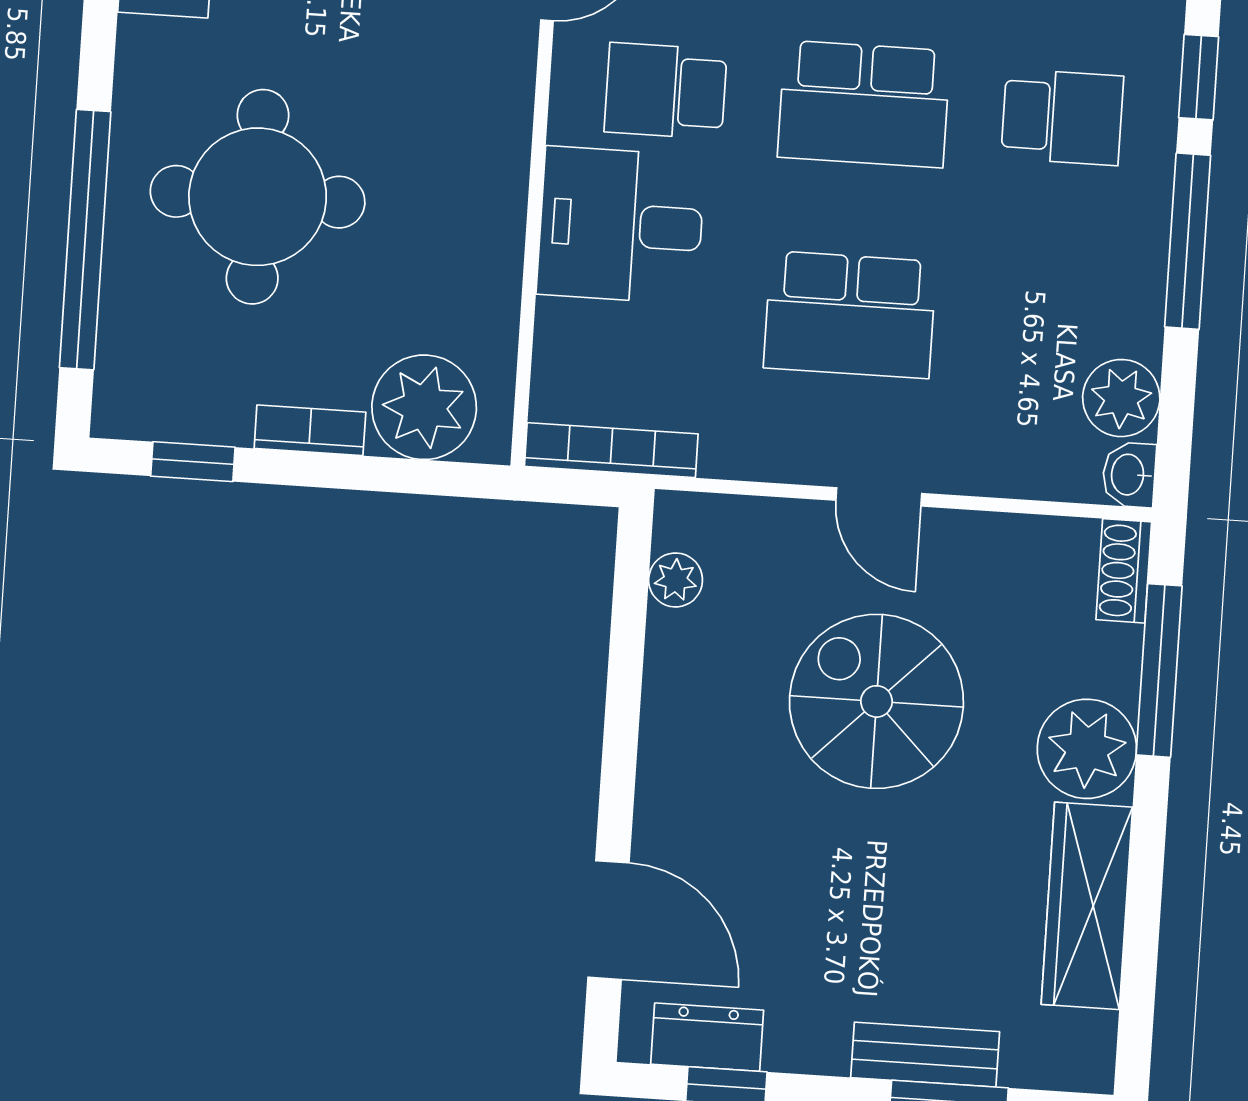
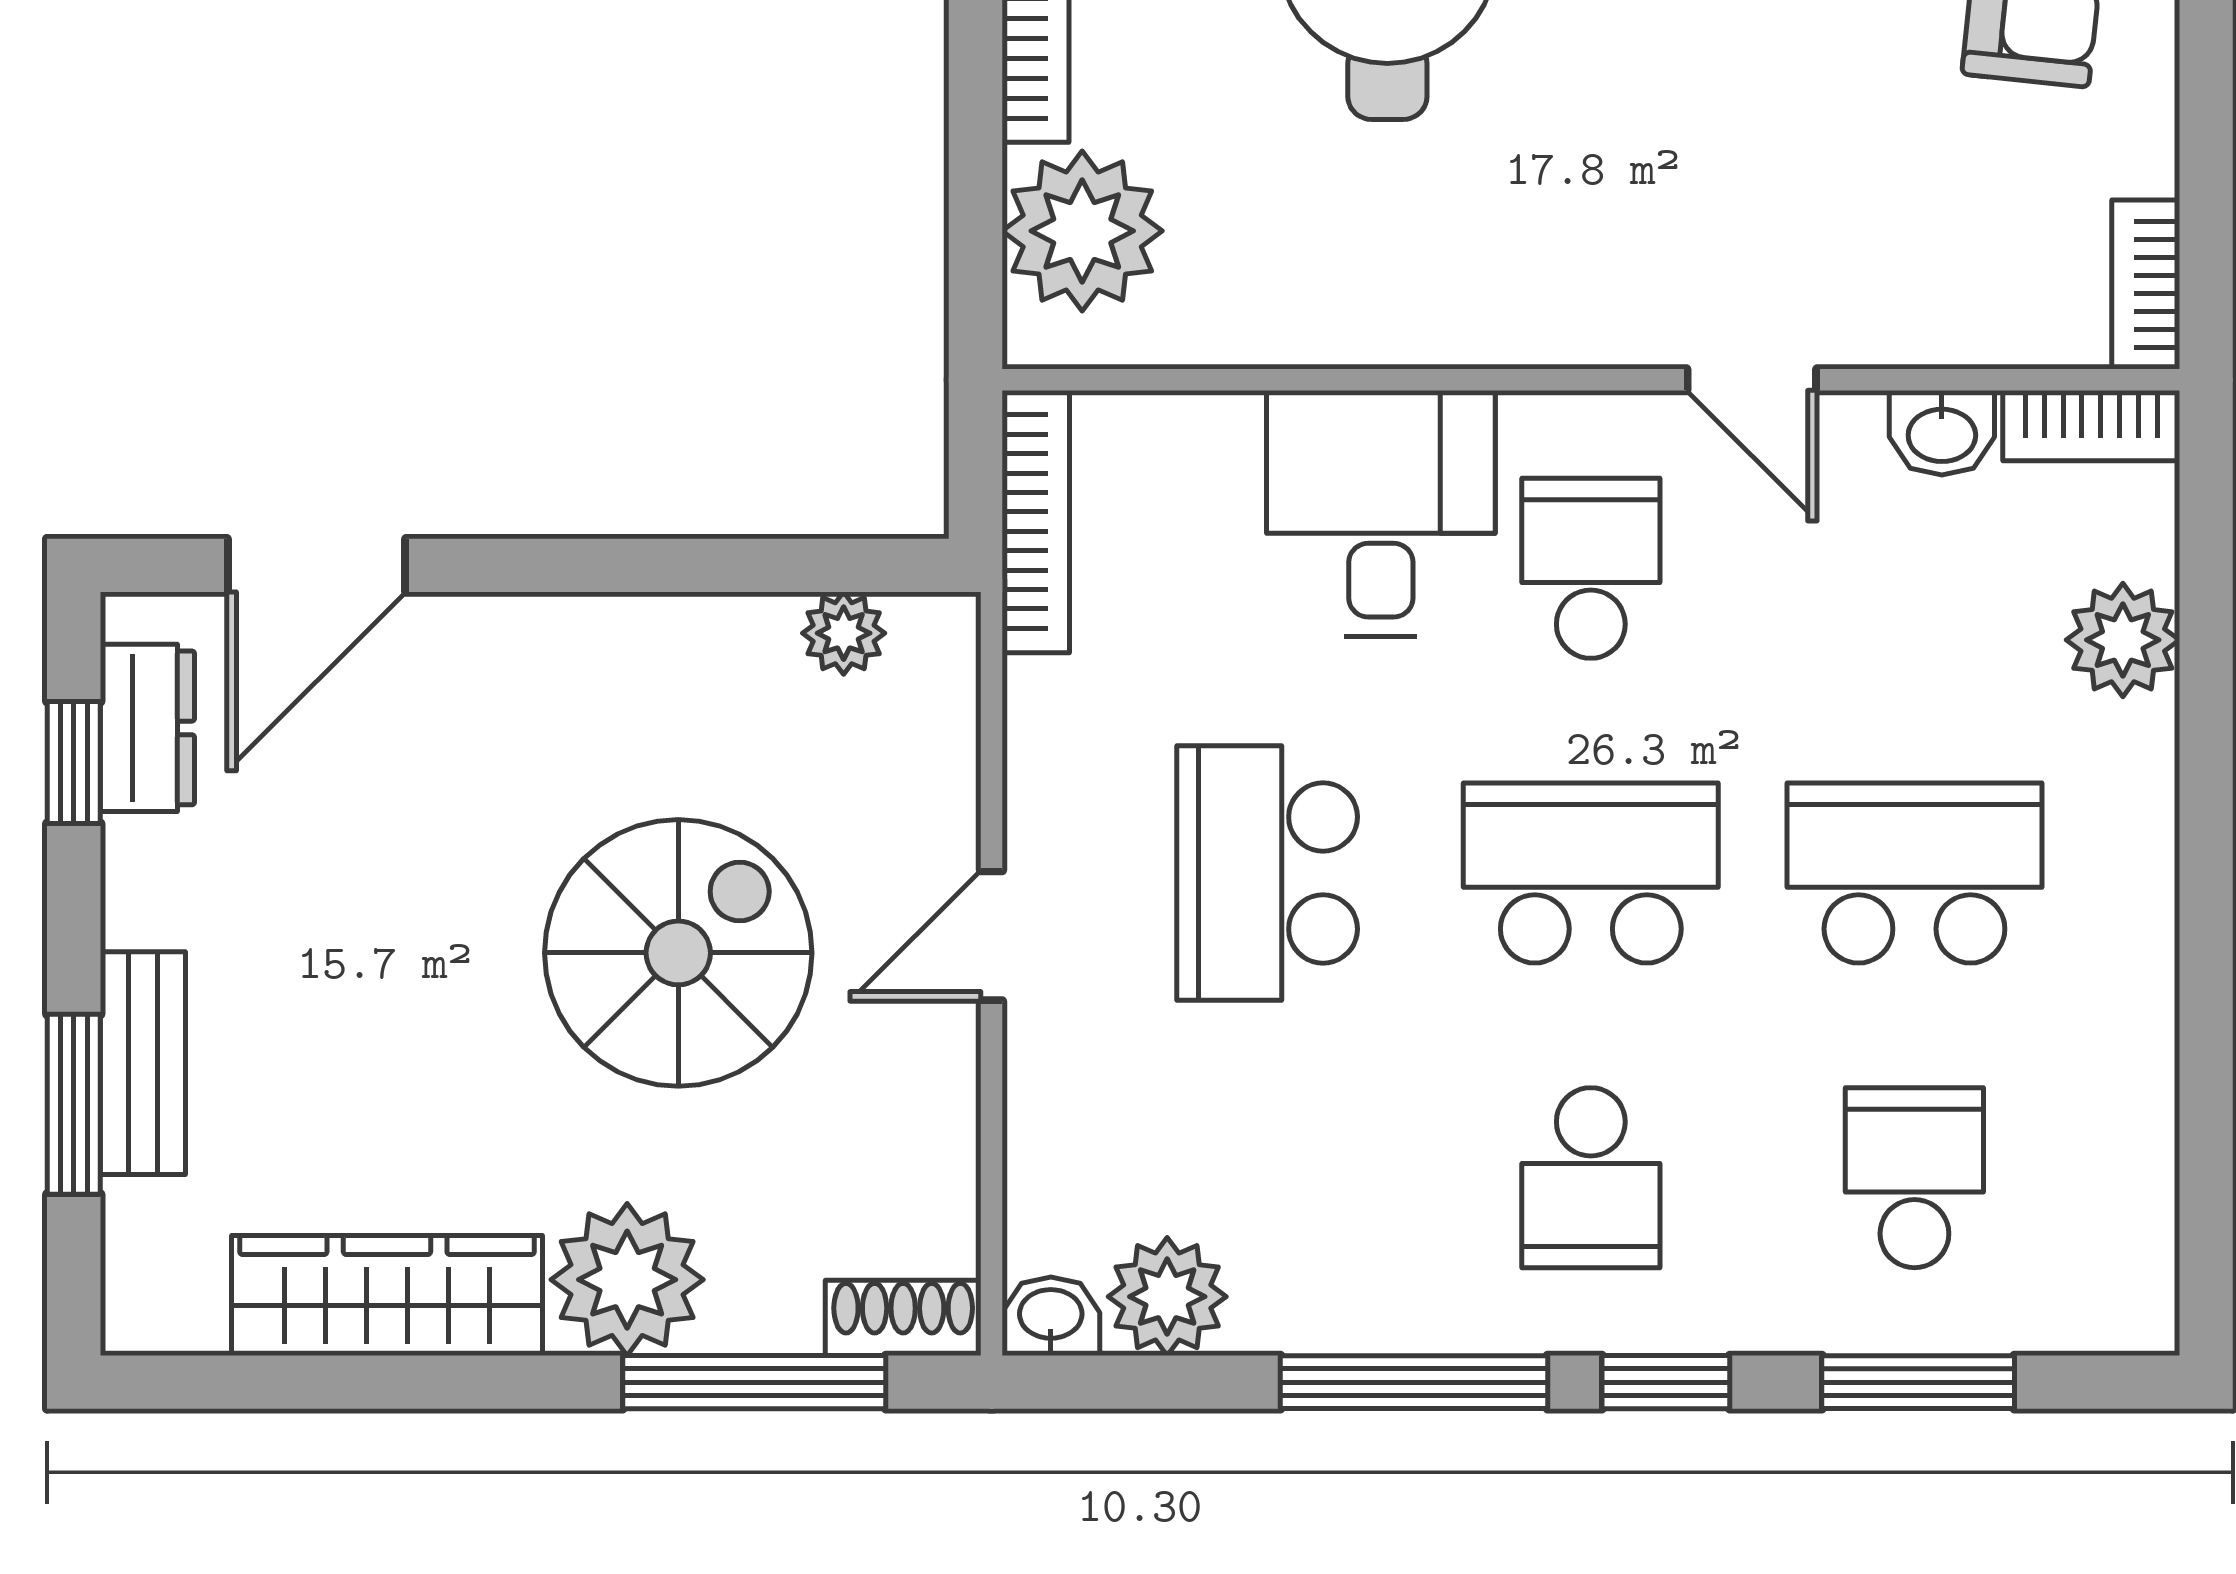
school desk: (864, 104) -> (1591, 873), turned 90

